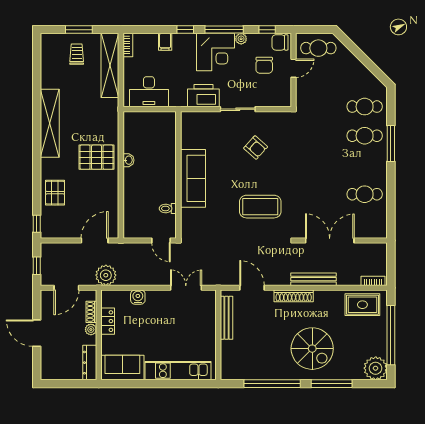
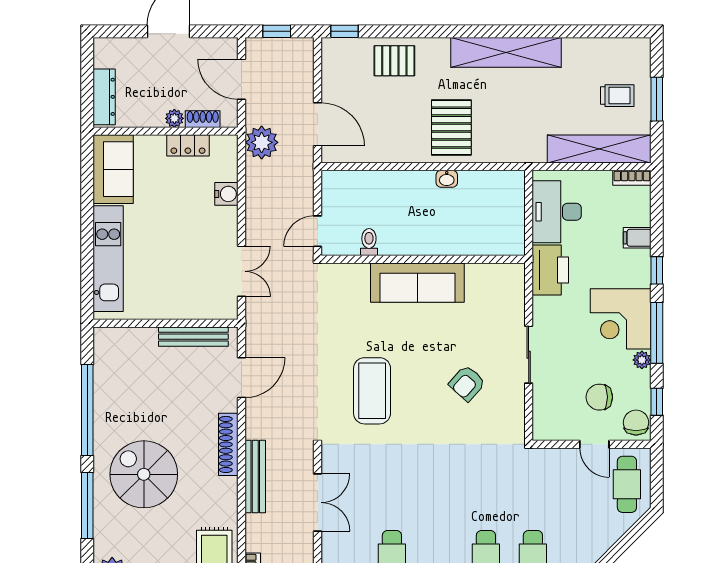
printer: (203, 96) -> (550, 270), moved
double door: (330, 241) -> (317, 502), width x0.73
spiral stairs: (312, 349) -> (144, 474), turned 90
dresser: (90, 363) -> (104, 97), moved, turned 90

